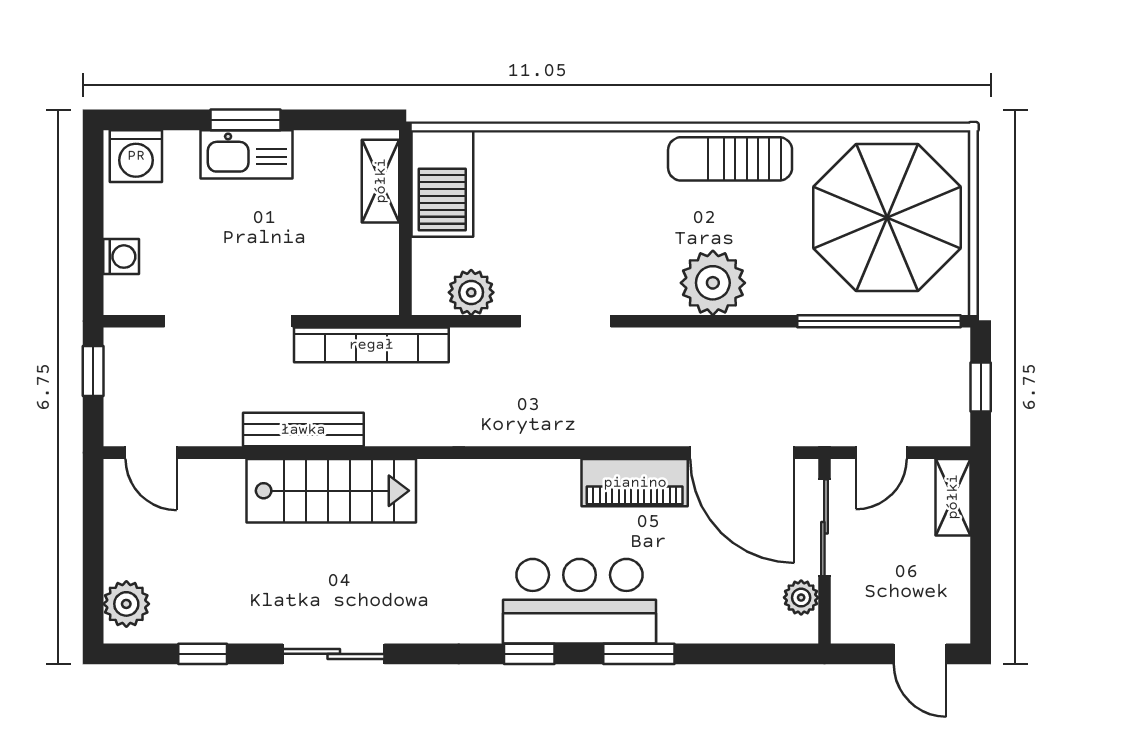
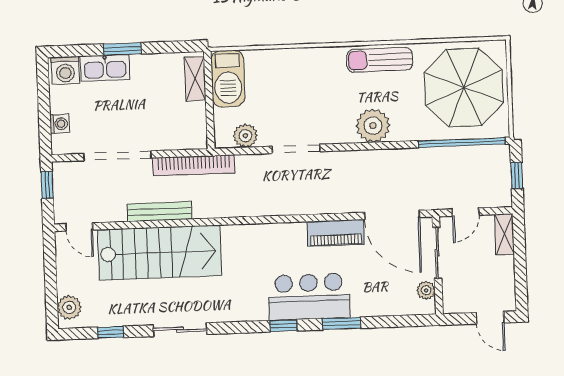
kitchen sink: (246, 154) -> (105, 68), moved
stairs: (331, 491) -> (159, 253), width x1.36, depth x1.51

